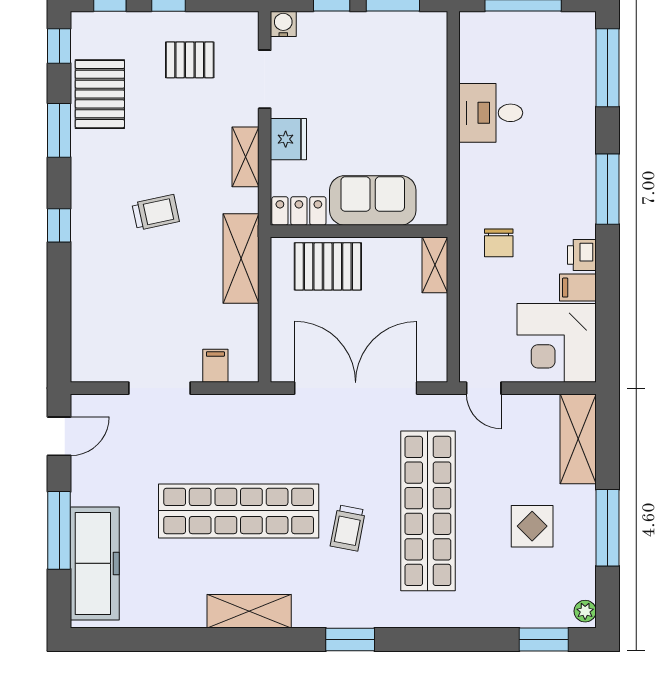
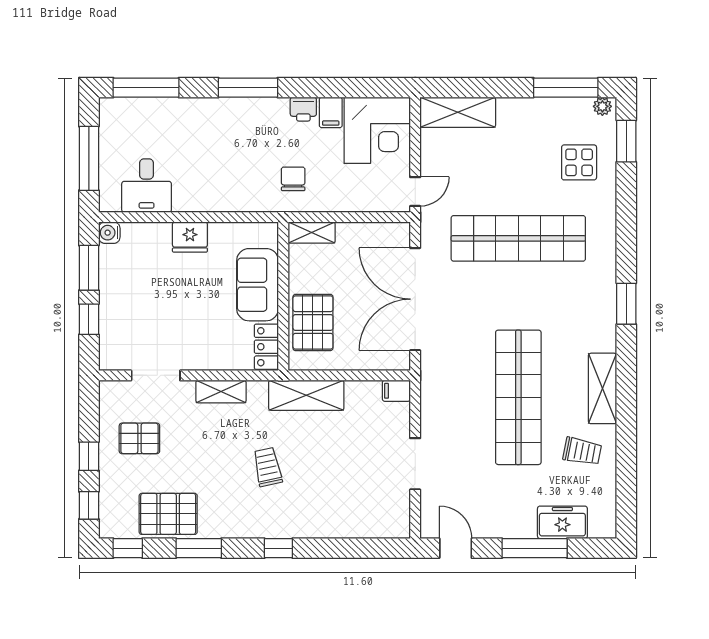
water cooler: (283, 24) -> (109, 233), moved
pallet: (190, 60) -> (139, 438), turned 90
desk: (491, 113) -> (147, 186), moved
fridge: (288, 139) -> (190, 237), moved, turned 180
chair: (499, 243) -> (293, 179), turned -90
filing cabinet: (215, 366) -> (396, 391), moved
display table: (532, 526) -> (579, 162), moved
trolley: (348, 528) -> (582, 451), moved
window: (607, 528) -> (566, 88), moved
freezer: (95, 563) -> (562, 522), width x0.52, depth x0.79

